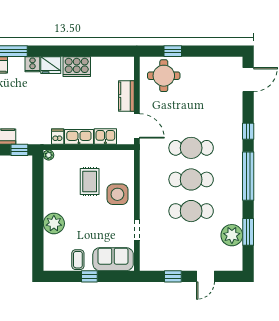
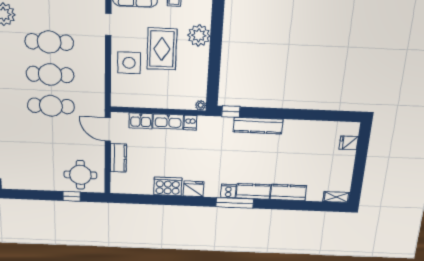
cooker: (32, 64) -> (228, 191), moved
rug: (90, 181) -> (162, 49), moved, width x1.36, depth x1.43

